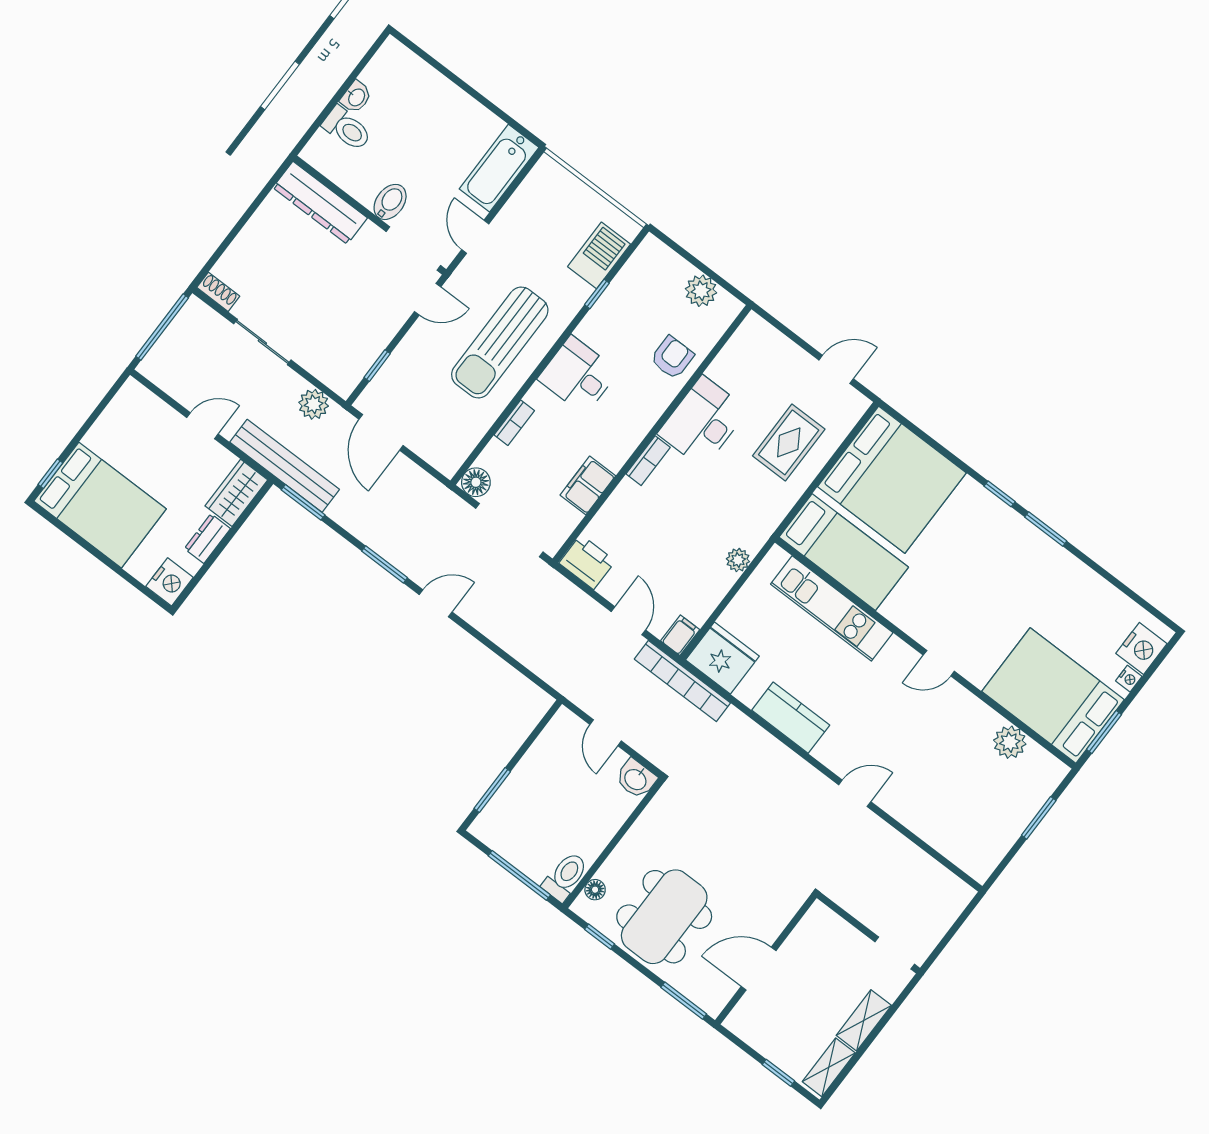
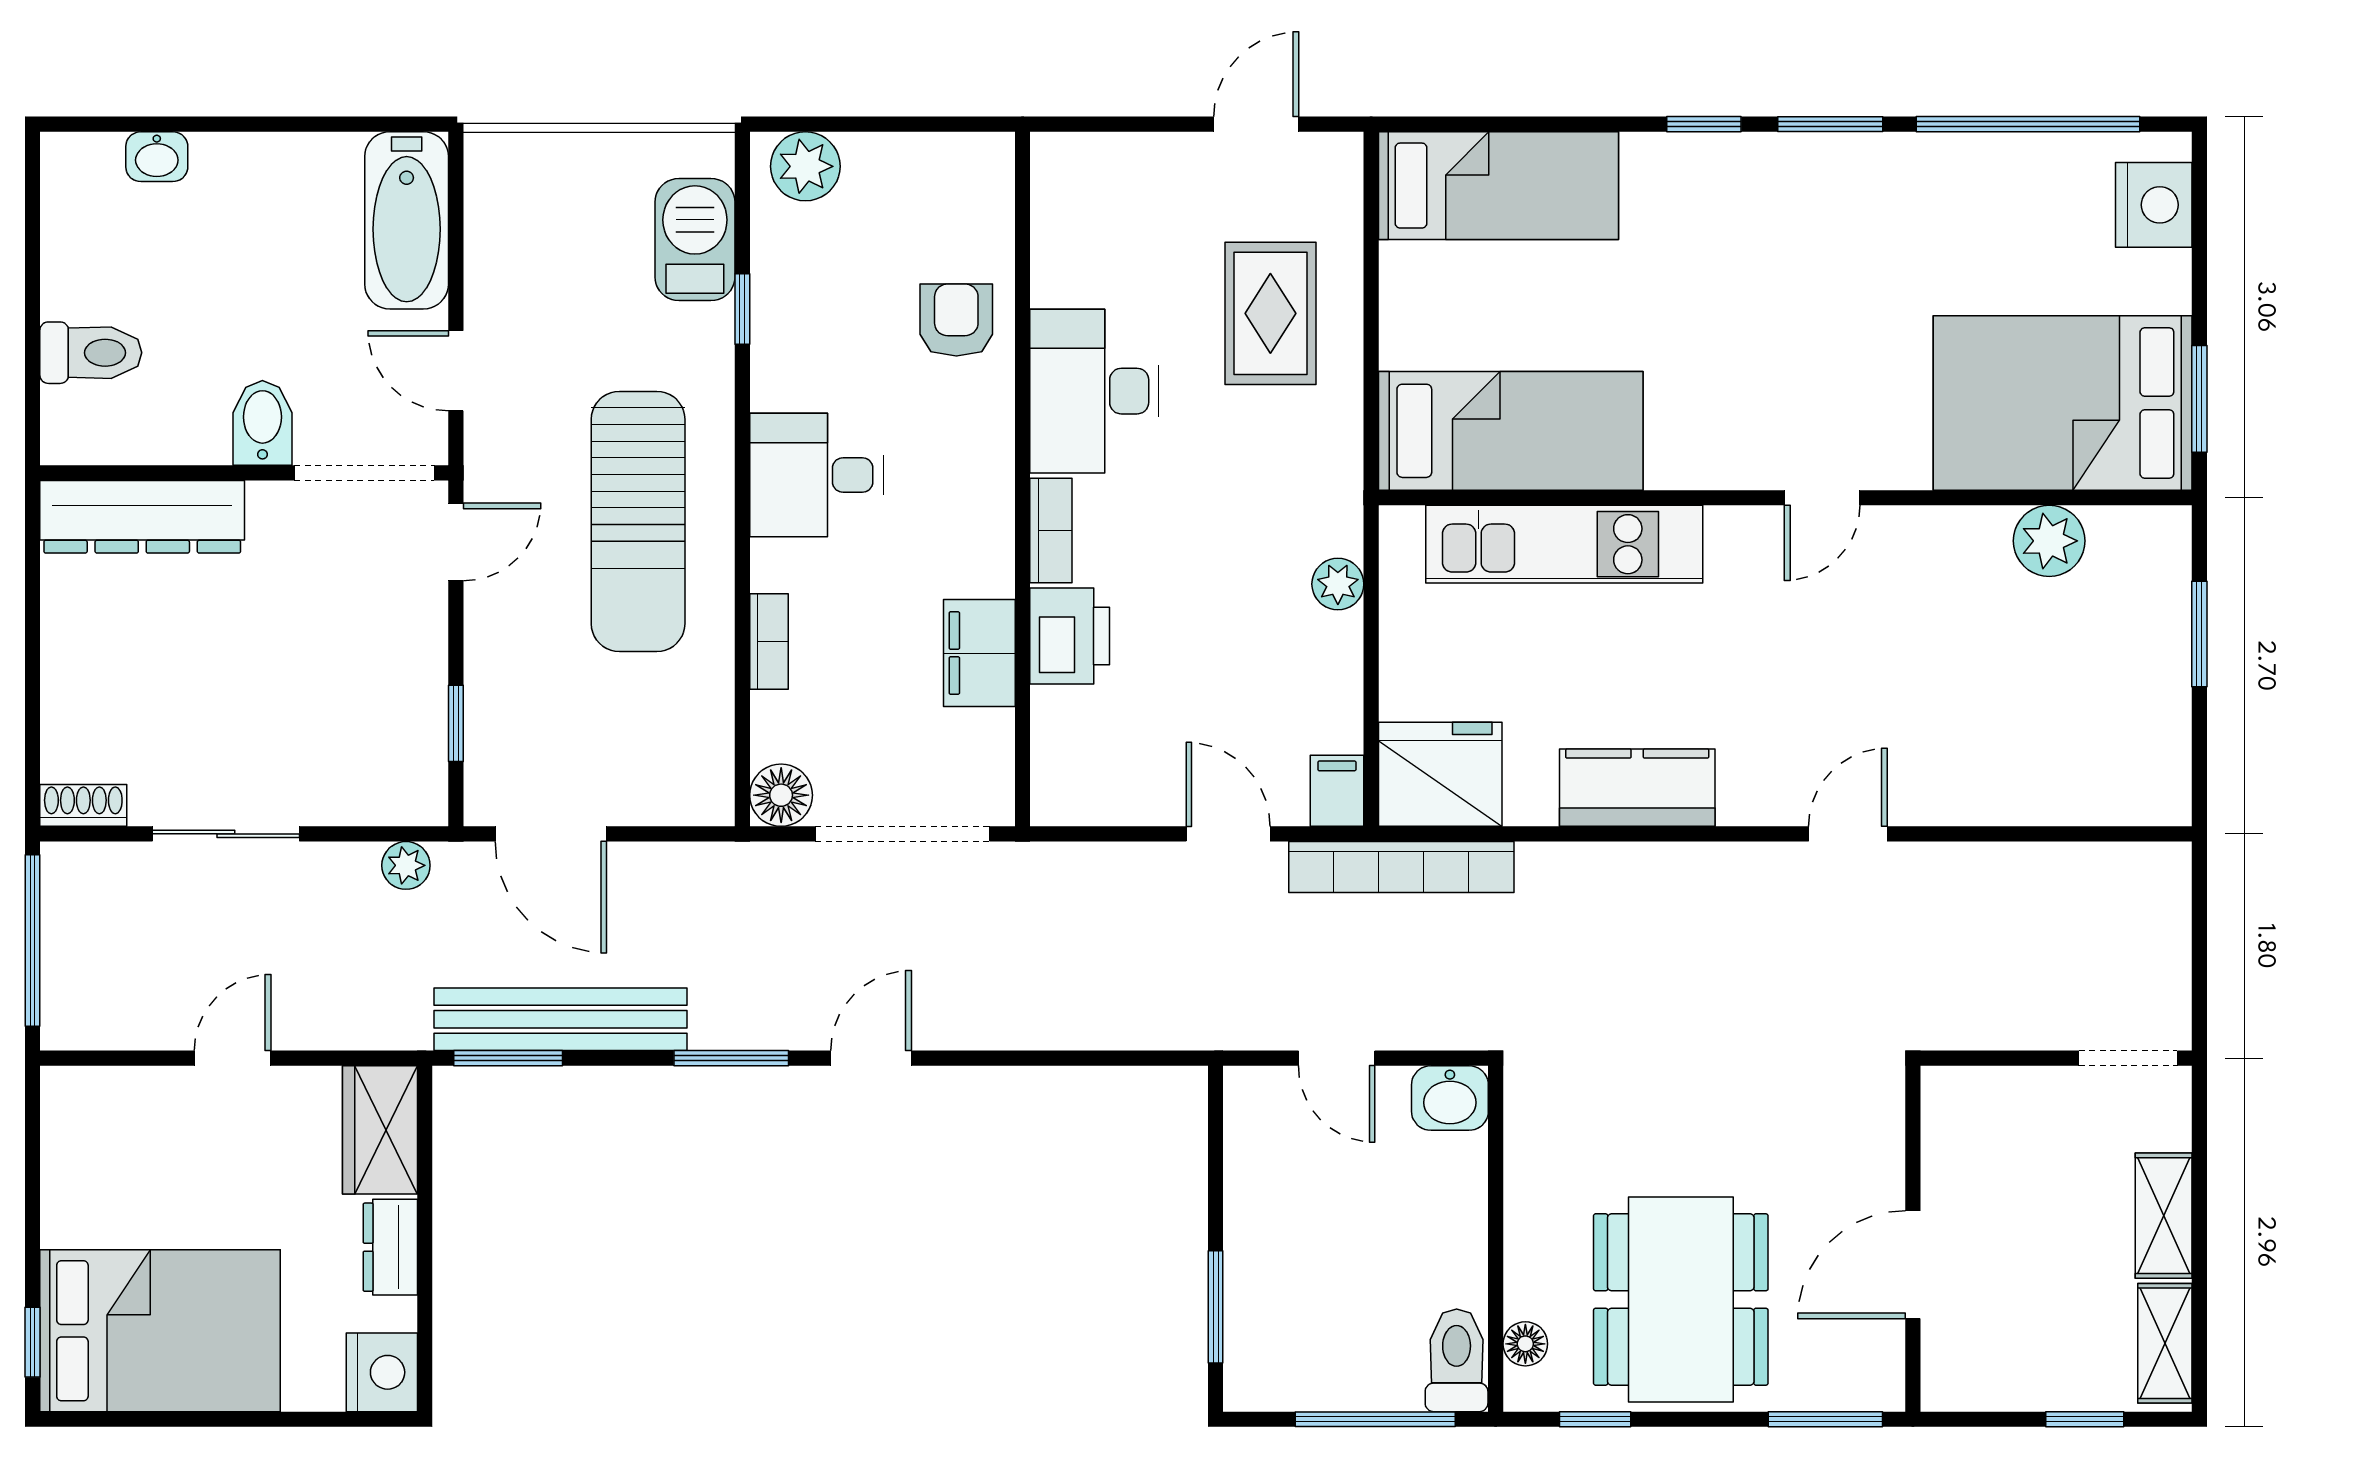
washbasin: (356, 97) -> (157, 157), moved, turned 90
plant: (701, 291) -> (805, 166), moved
plant: (314, 404) -> (406, 865), width x0.73, depth x0.73
bench: (285, 466) -> (560, 1019), moved
bed: (892, 480) -> (1499, 186), width x0.49
printer: (587, 562) -> (1070, 636), moved, turned 90
window: (1118, 584) -> (2028, 124), added
nightstand: (1129, 679) -> (2172, 274), removed

